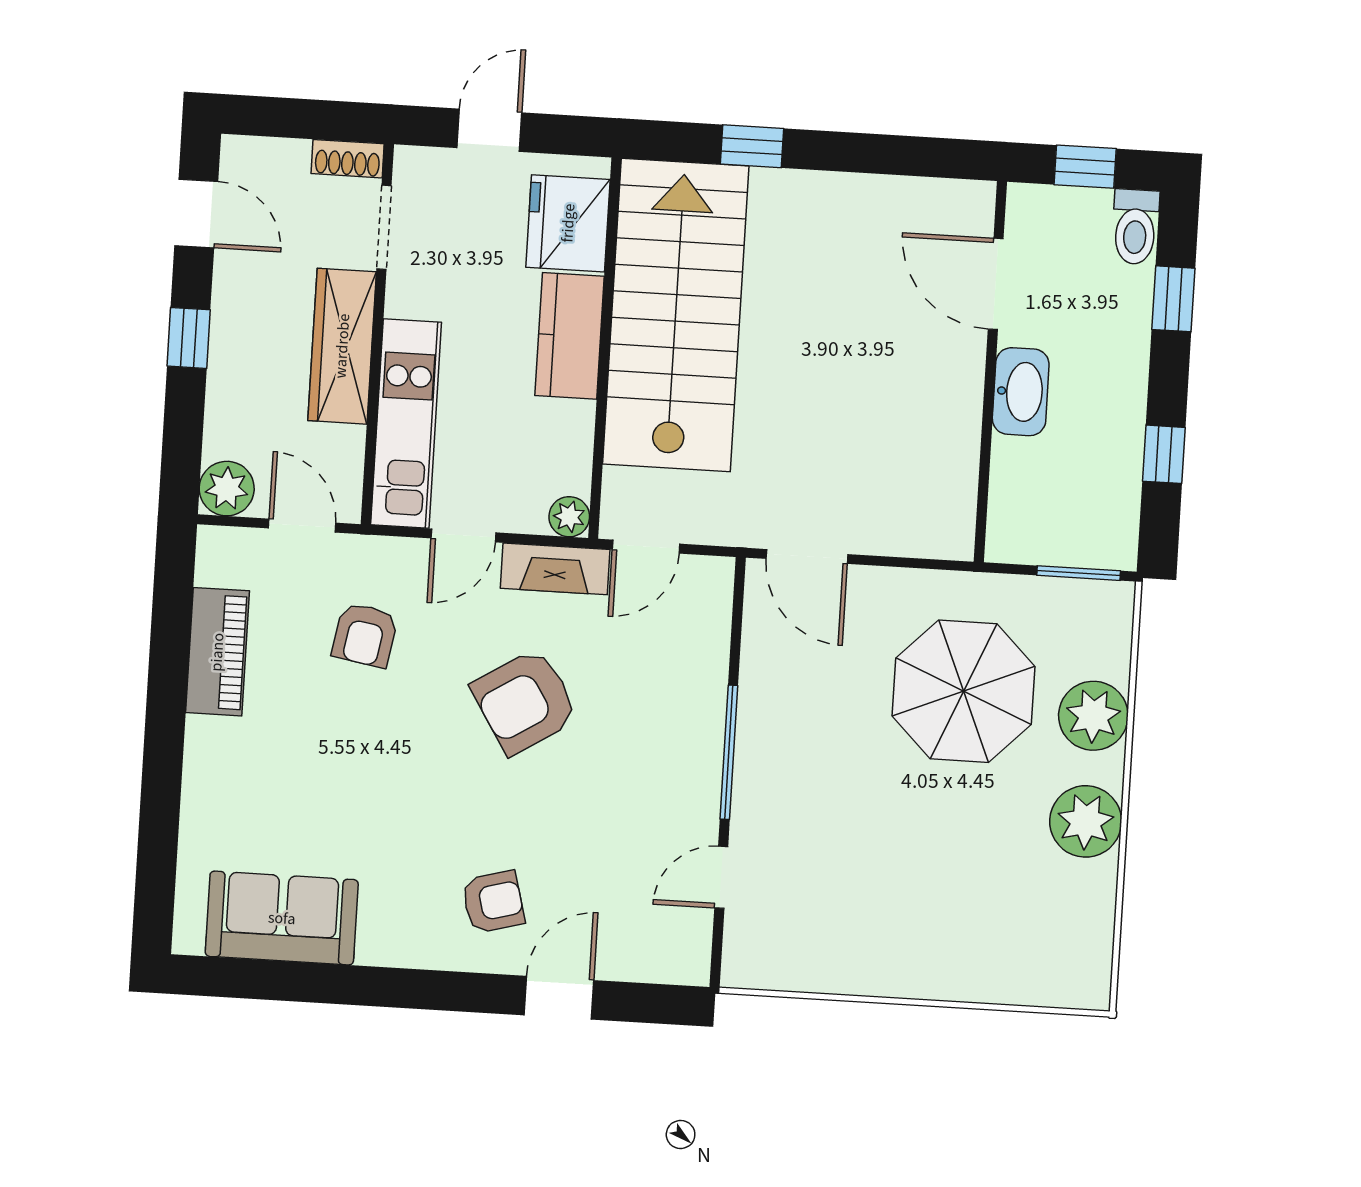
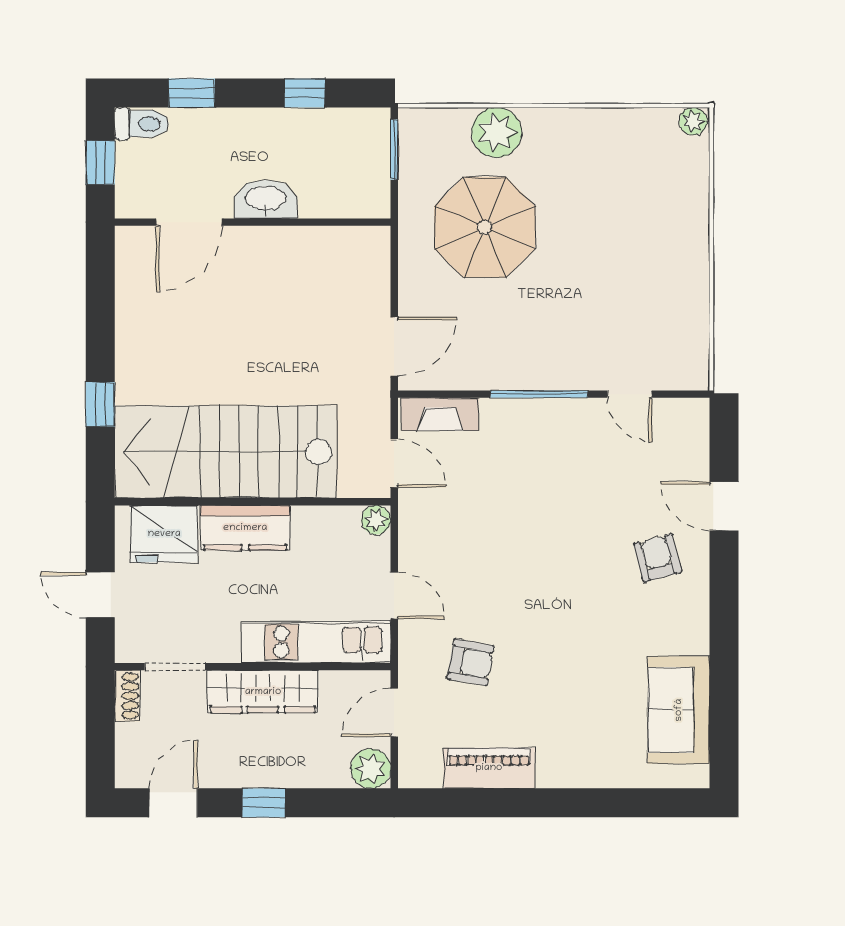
fireplace: (555, 569) -> (440, 414), moved, turned 90
armchair: (525, 701) -> (511, 544), removed
plant: (1086, 821) -> (693, 121), moved, width x0.53, depth x0.53

